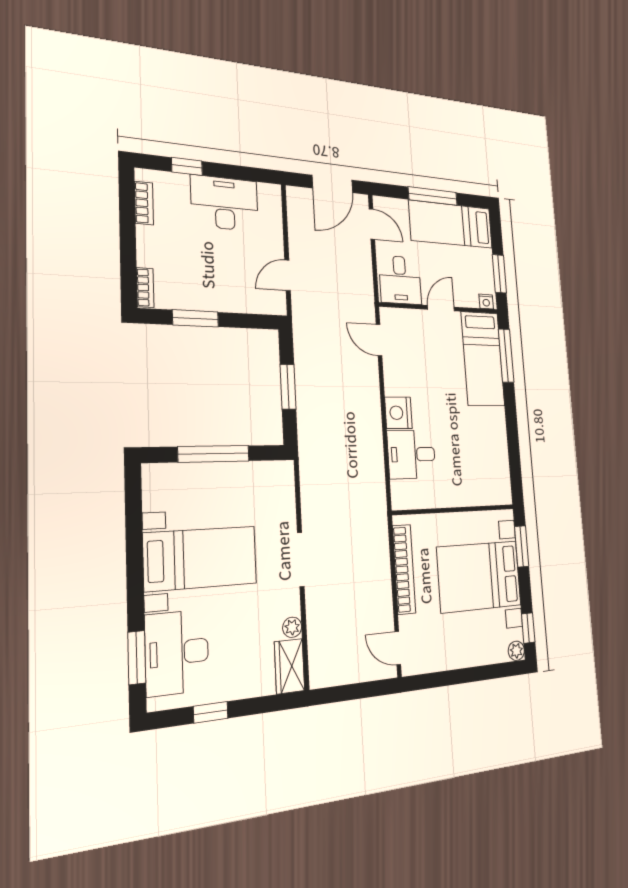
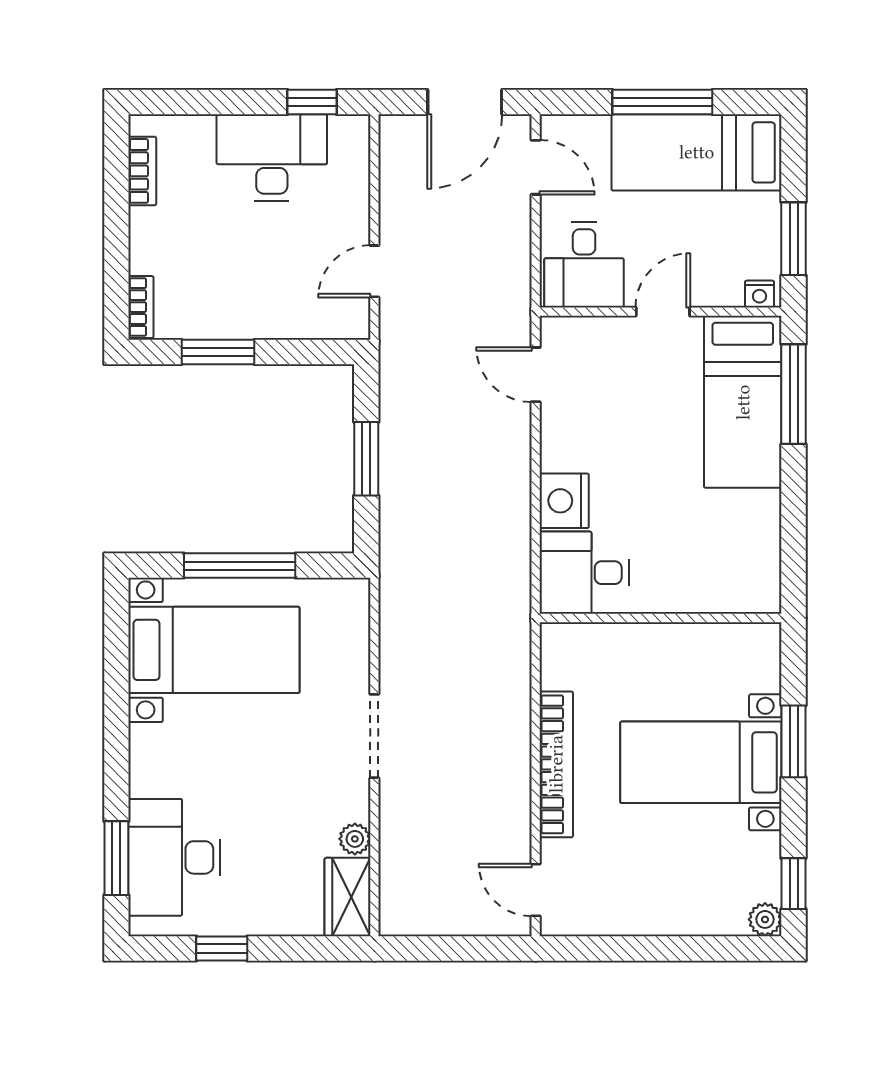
window: (187, 166) -> (312, 102), moved
wall: (454, 510) -> (661, 618), moved
bed with nightstands: (201, 558) -> (214, 650), moved
bed with nightstands: (479, 576) -> (701, 762), width x0.73

